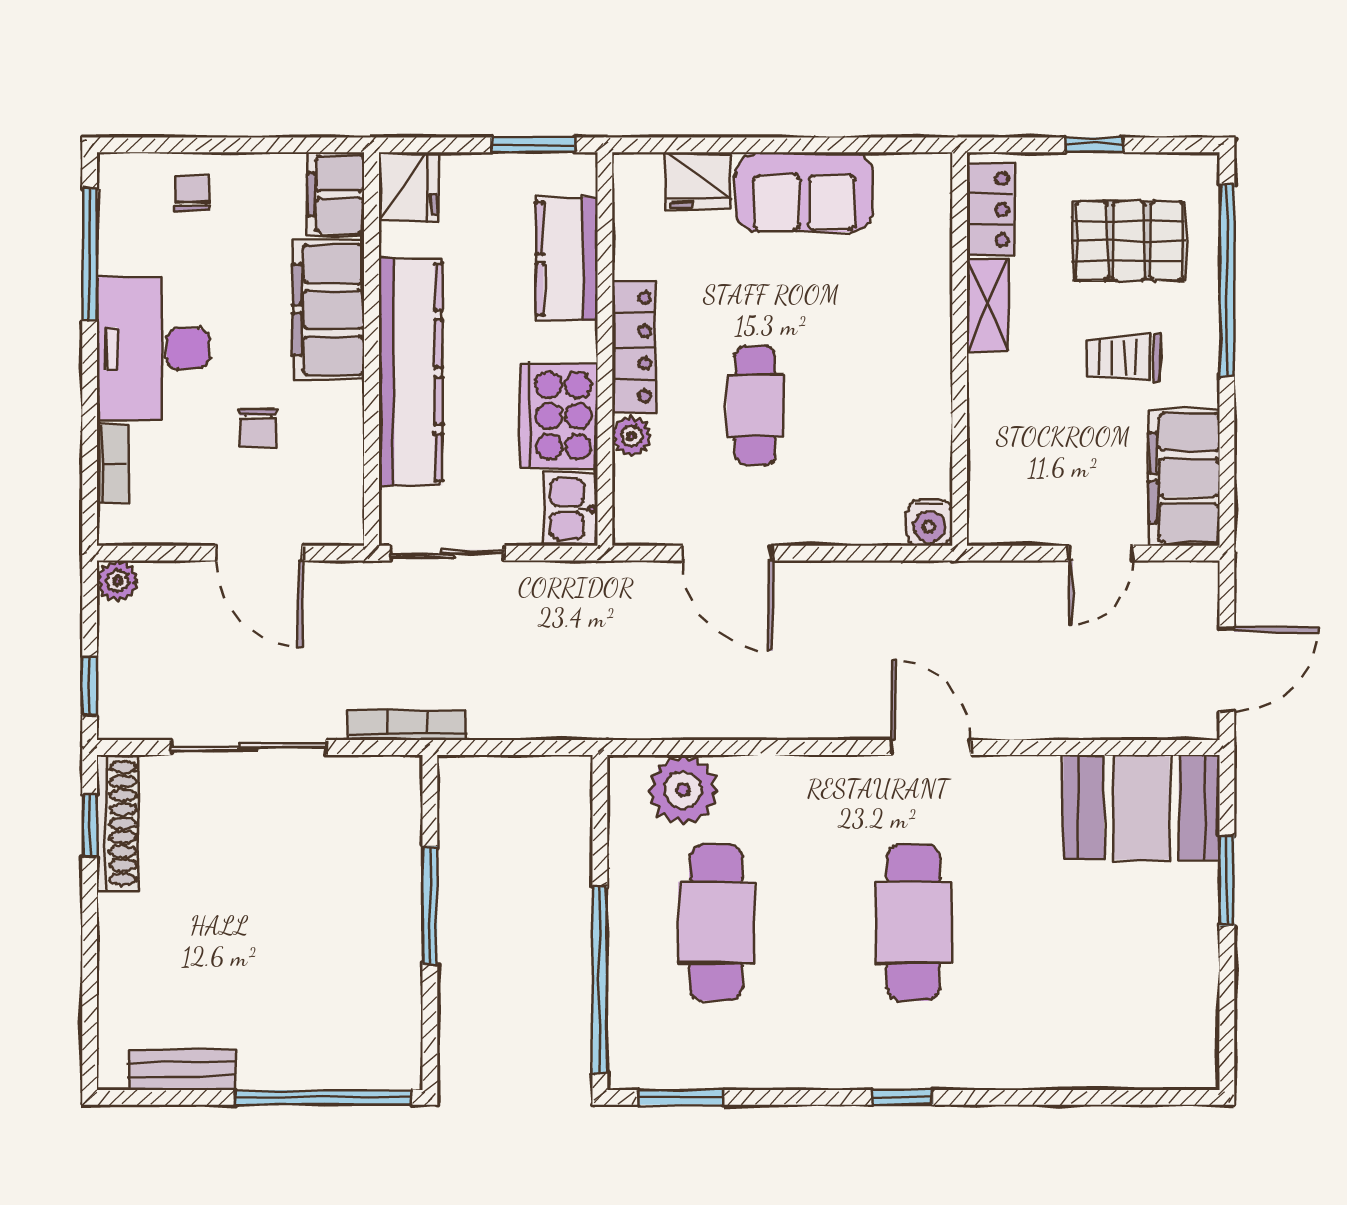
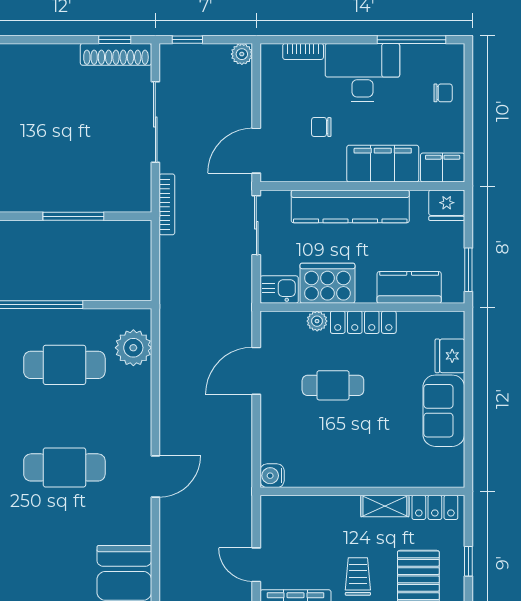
door: (259, 553) -> (256, 151), moved

